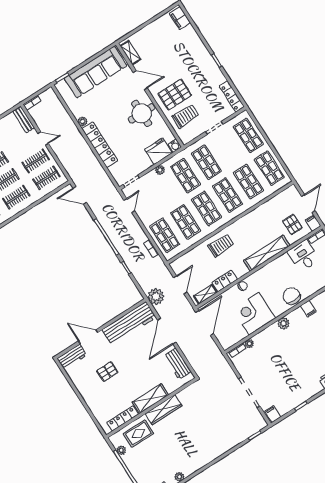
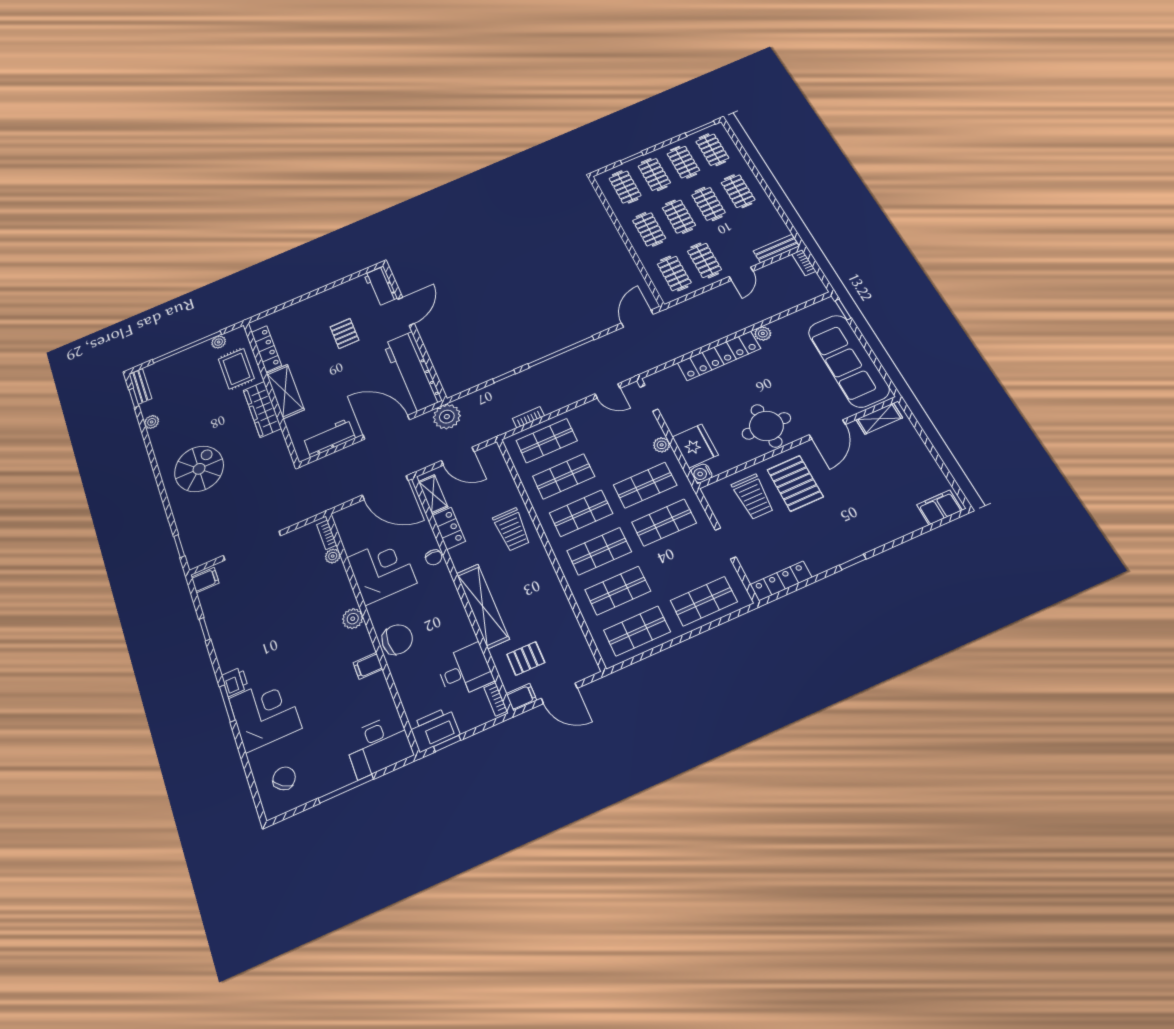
spiral stairs: (206, 438) -> (199, 469), added

